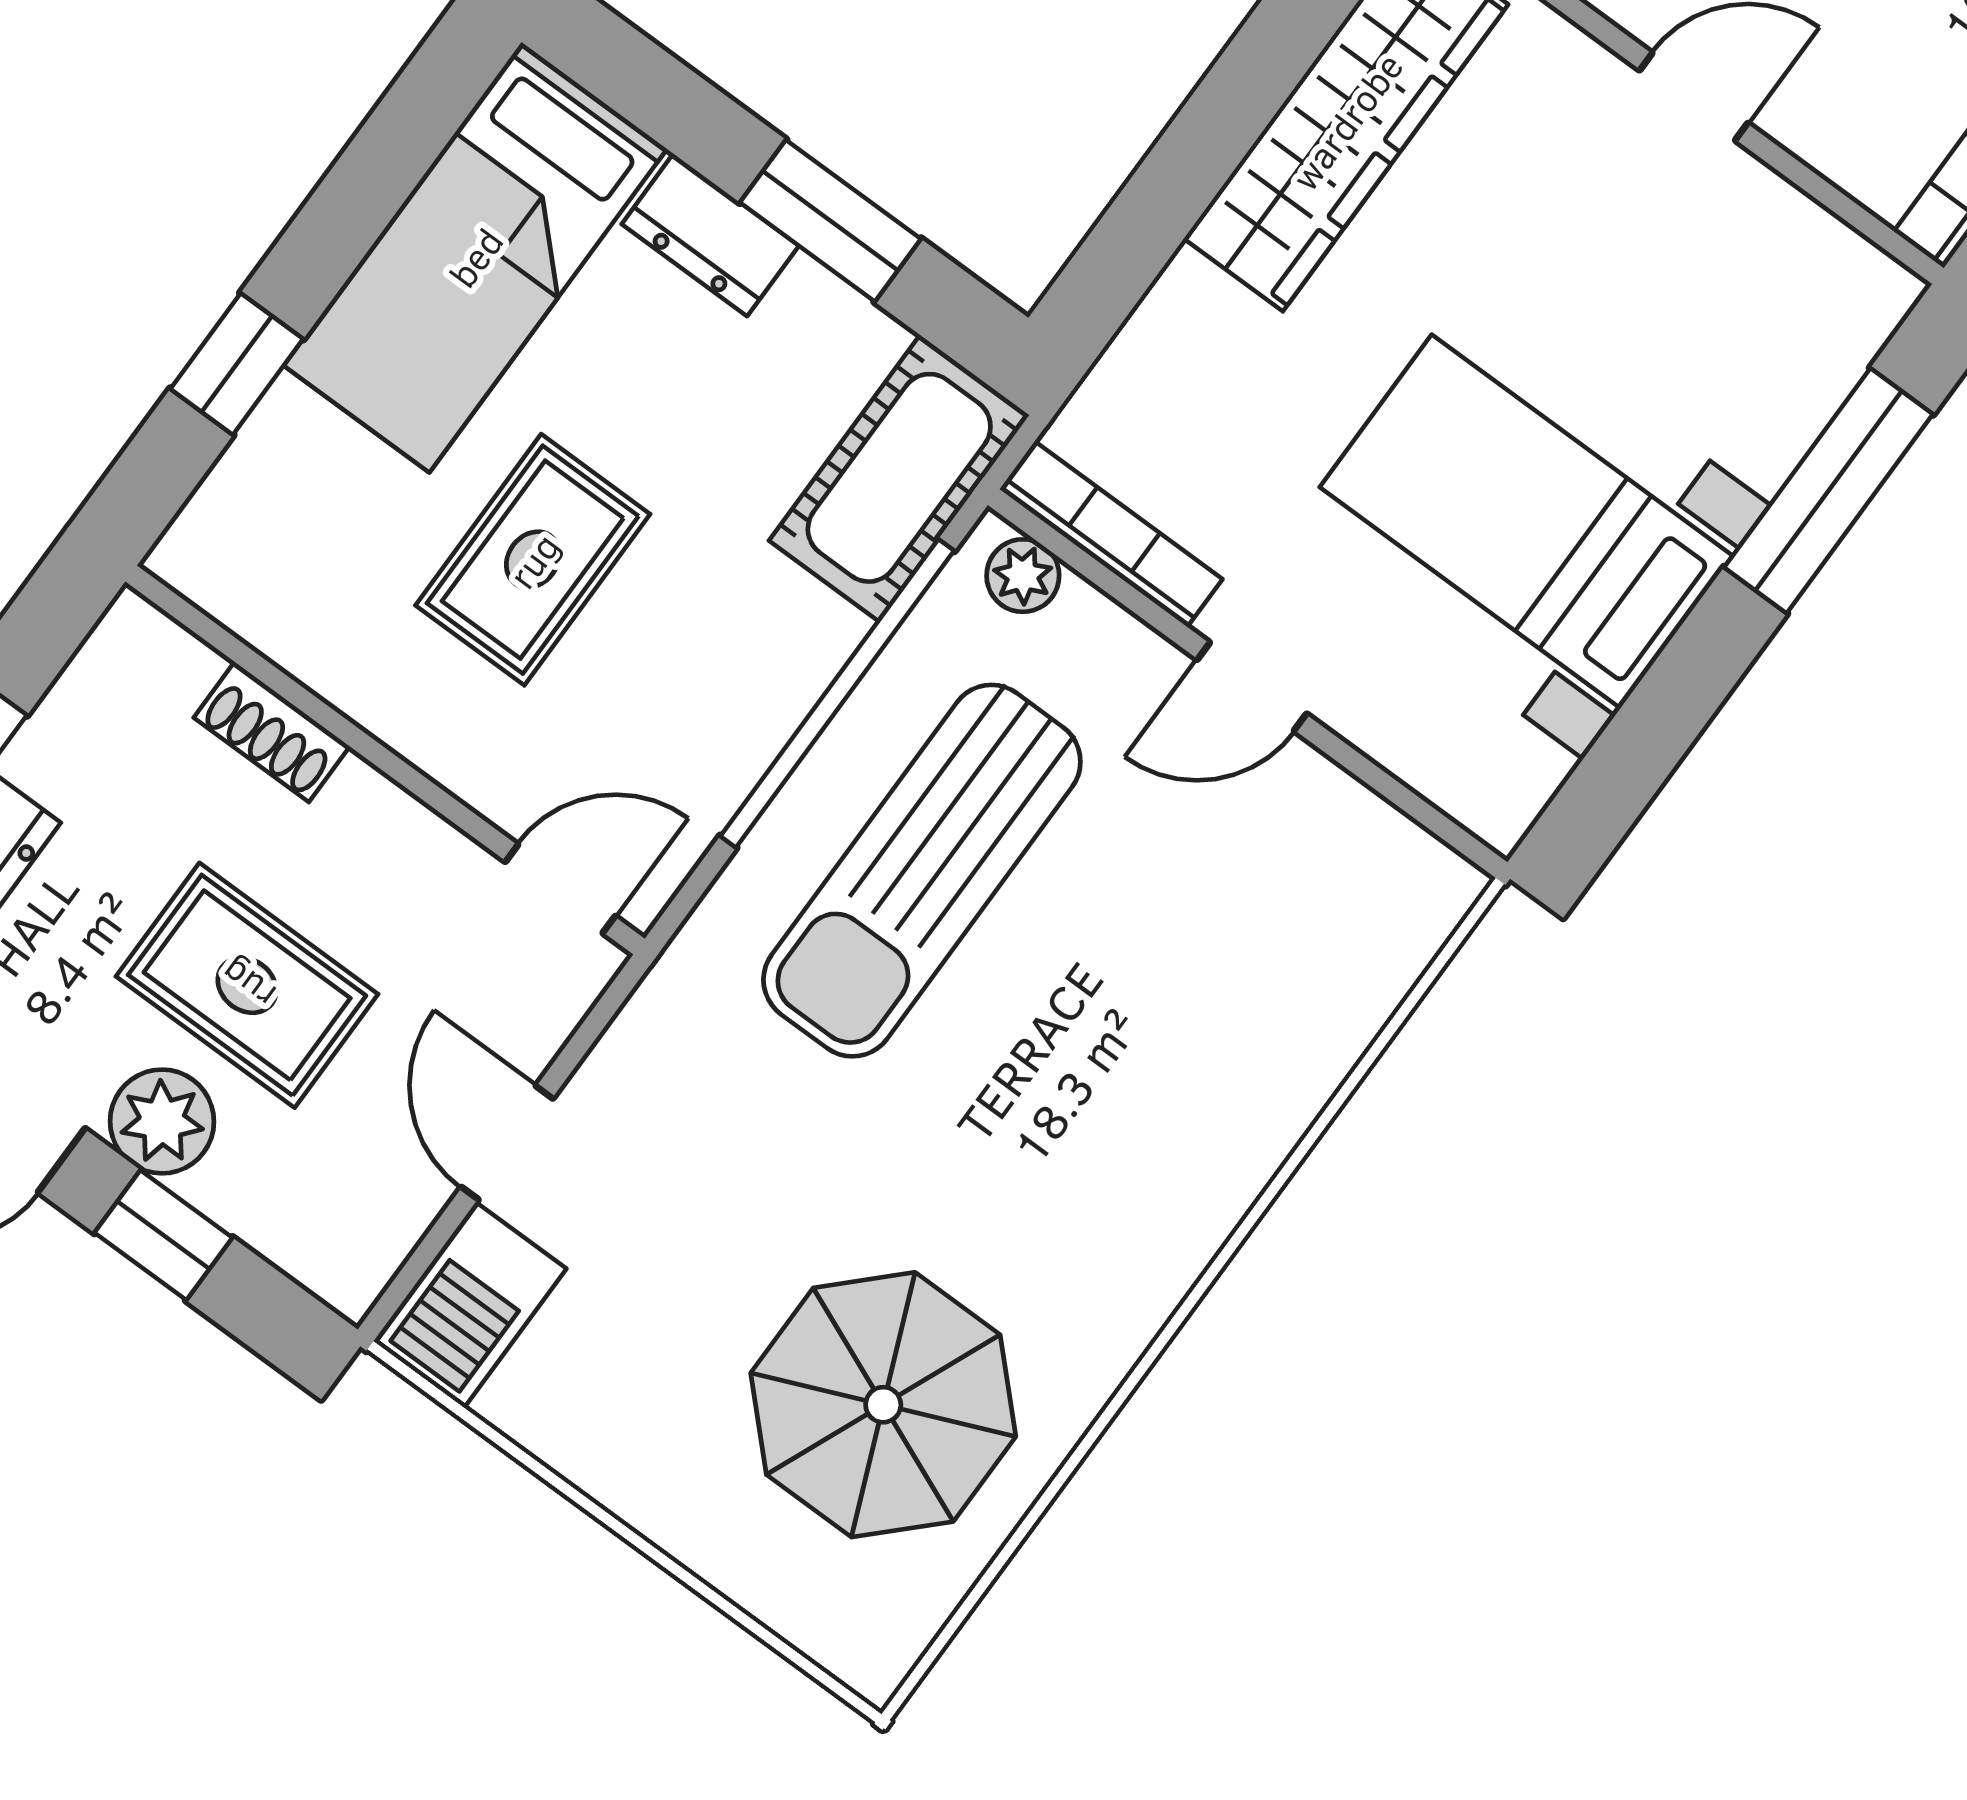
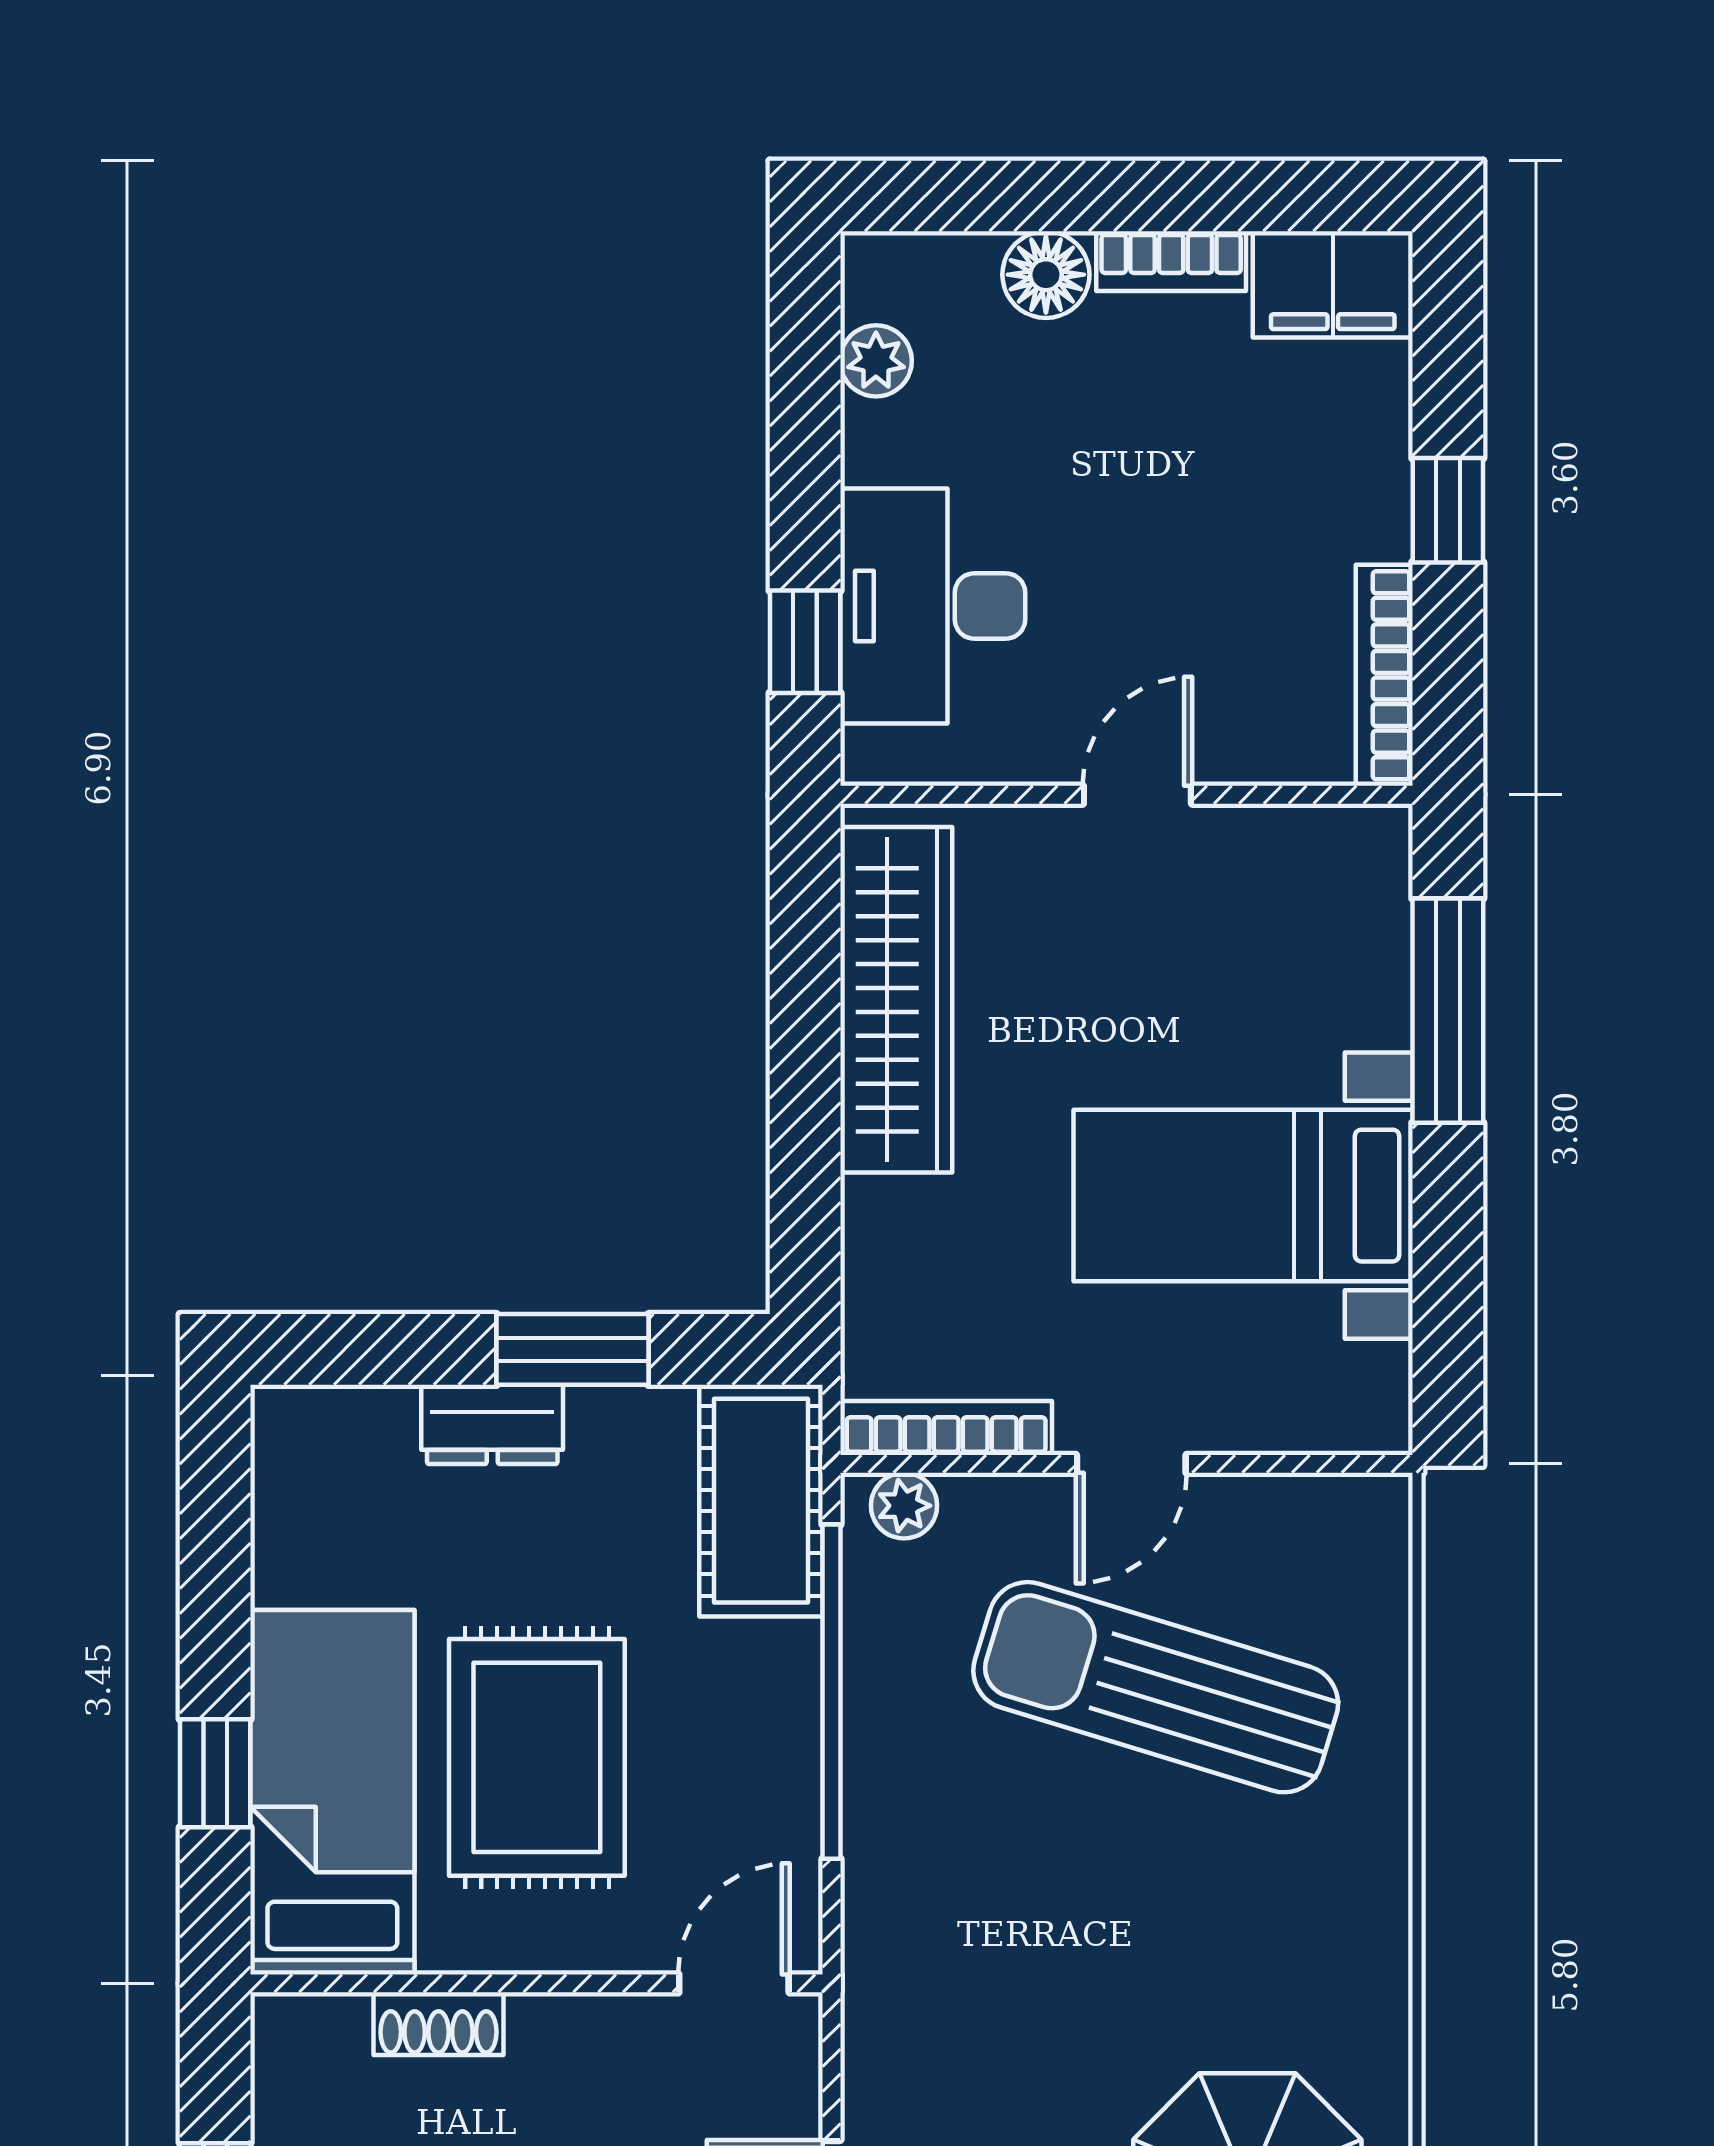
bed: (475, 257) -> (332, 1792), moved, turned 180
rug: (533, 560) -> (537, 1757), width x1.36, depth x1.43
sun lounger: (922, 871) -> (1156, 1687), moved, turned 107

